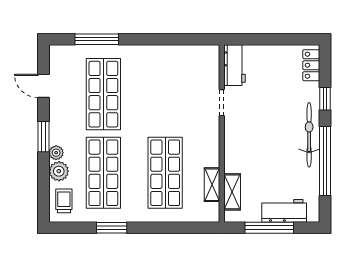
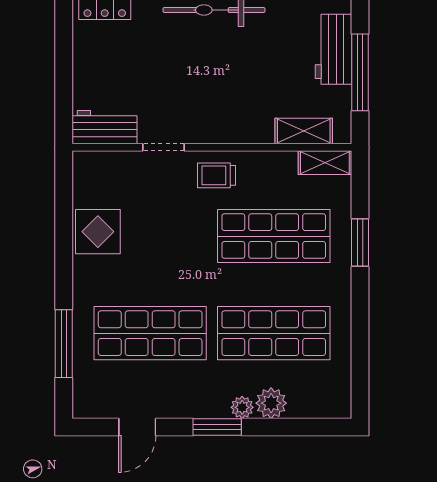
display table: (168, 61) -> (98, 232), added
shelving: (212, 185) -> (325, 163), moved
trolley: (64, 201) -> (217, 175), moved
window: (112, 228) -> (360, 242), moved

